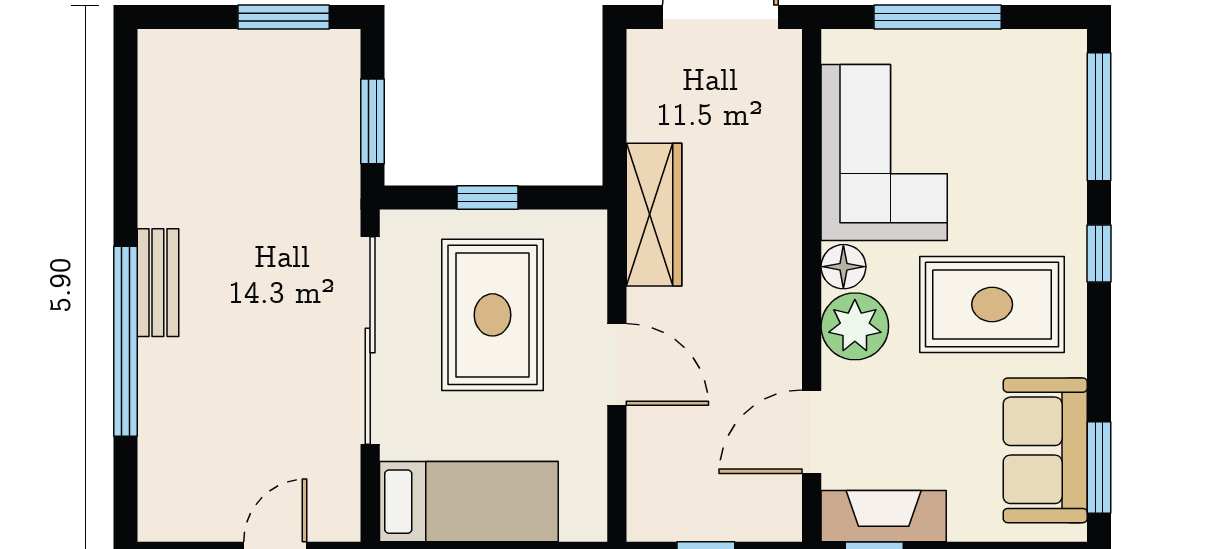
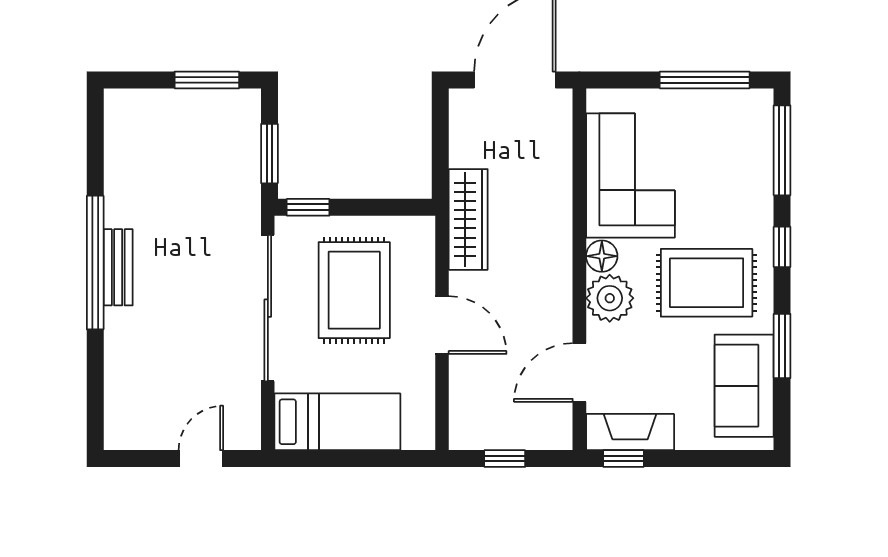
window: (938, 17) -> (705, 80), moved
window: (488, 197) -> (308, 207), moved
window: (125, 341) -> (95, 263), moved
window: (1099, 468) -> (782, 346), moved

